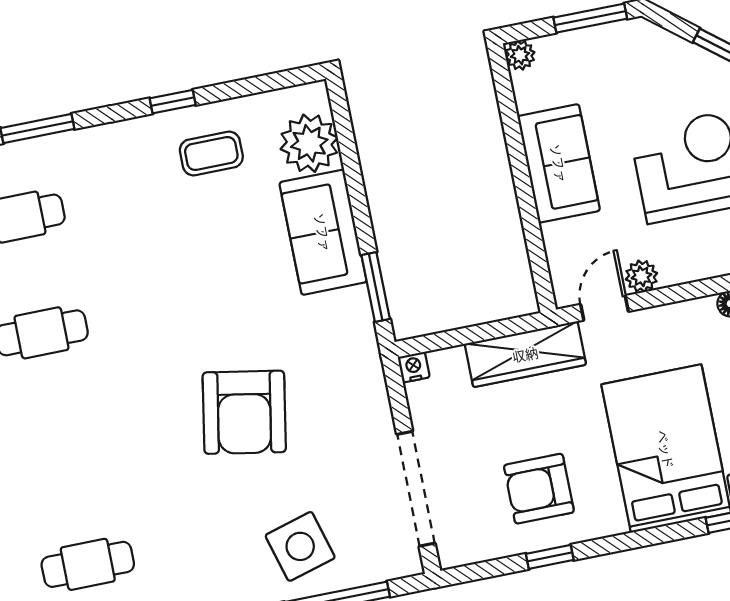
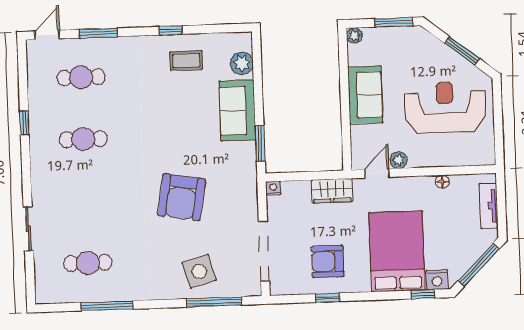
plant: (309, 143) -> (242, 63), width x0.73, depth x0.73
wardrobe: (525, 354) -> (332, 191), width x0.67

